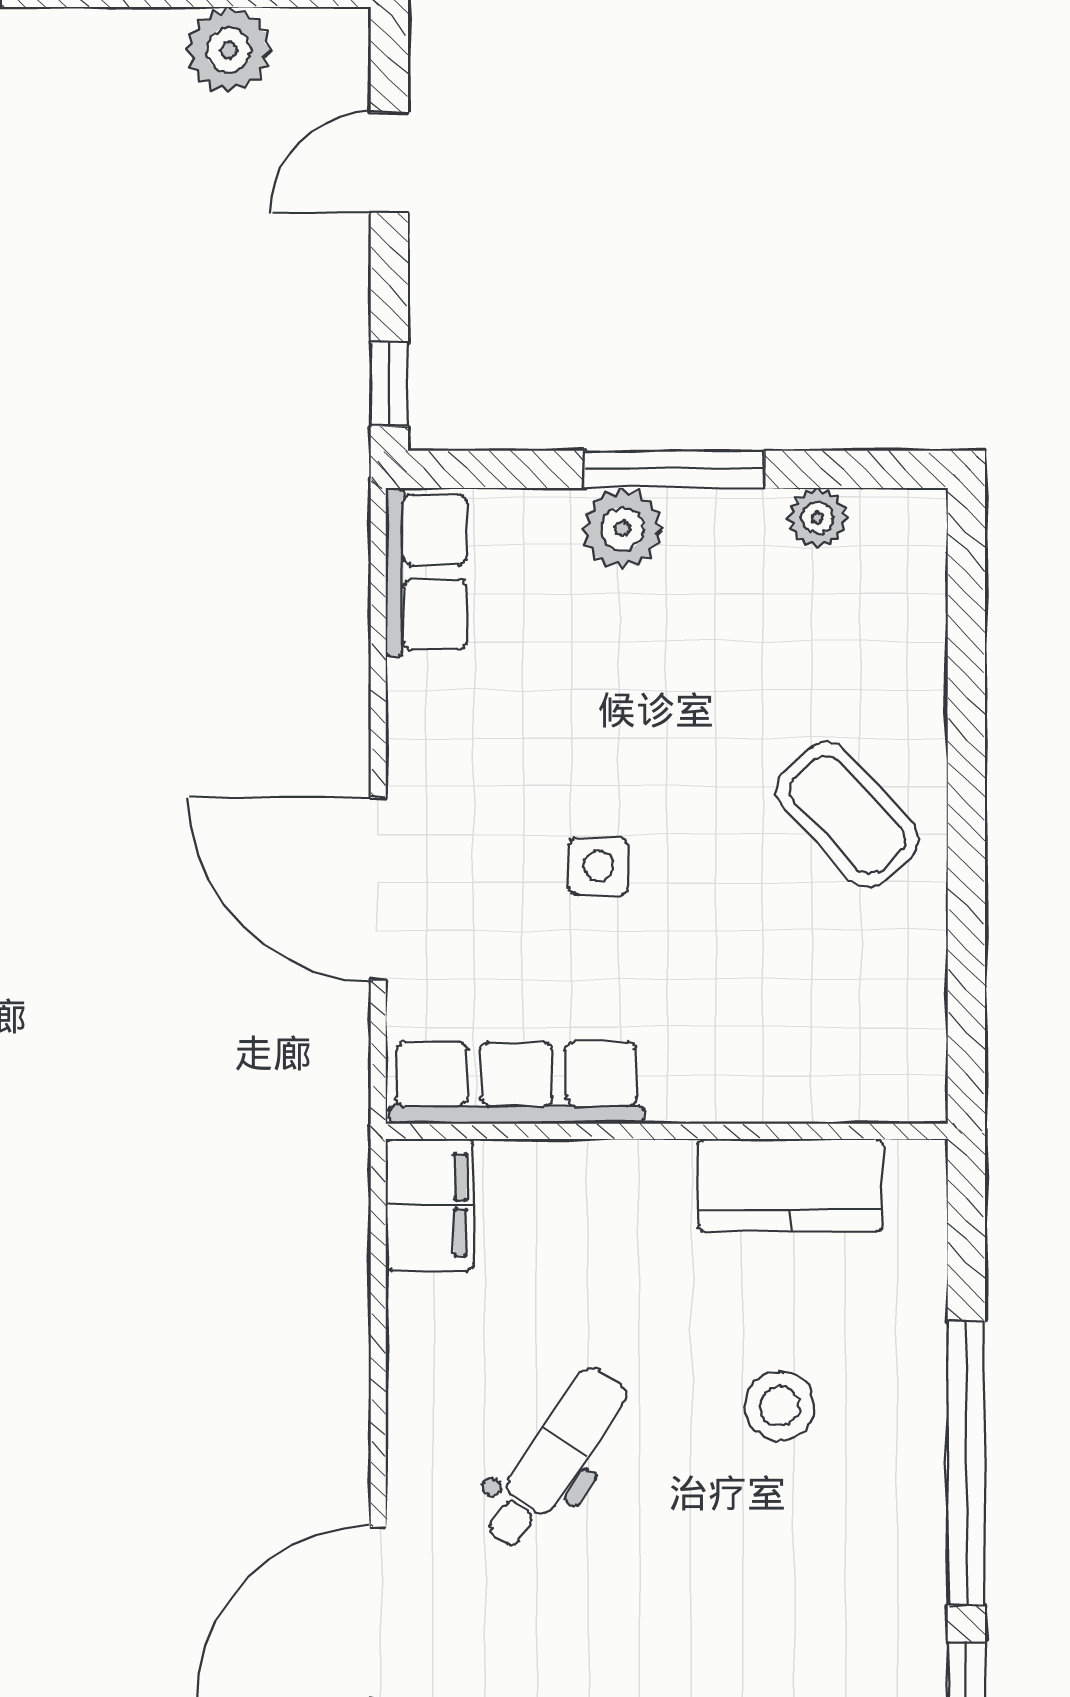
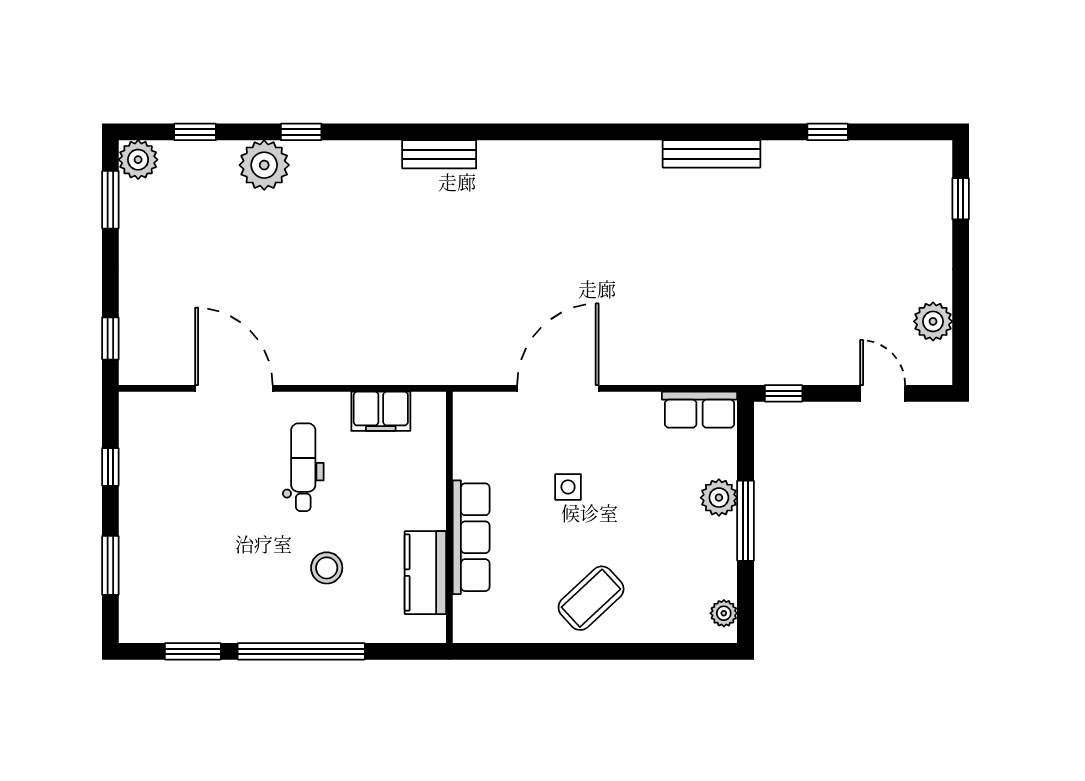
plant: (817, 518) -> (724, 613), moved
row of seats: (517, 1083) -> (471, 537), moved
filing cabinet: (430, 1205) -> (381, 411), moved
dental chair: (555, 1458) -> (303, 467), turned -124

